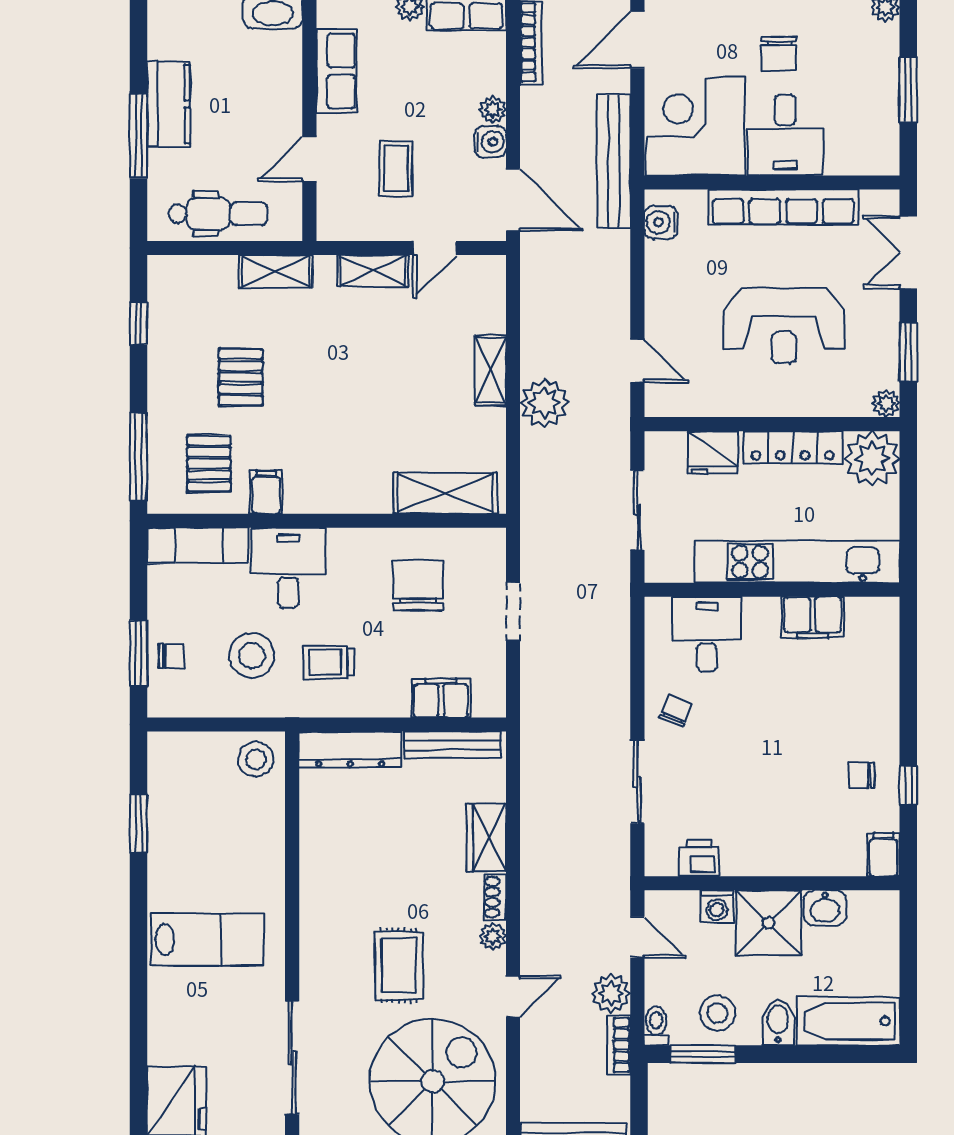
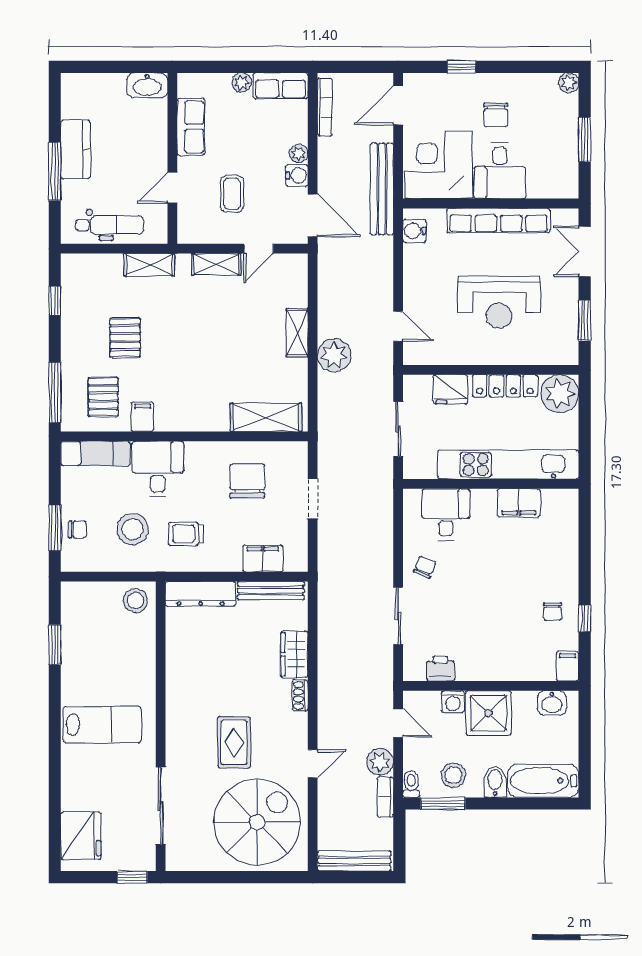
plant: (886, 403) -> (569, 356), removed
chair: (862, 775) -> (553, 612), turned -90
washbasin: (825, 908) -> (552, 703), moved
plant: (493, 936) -> (299, 722), removed

